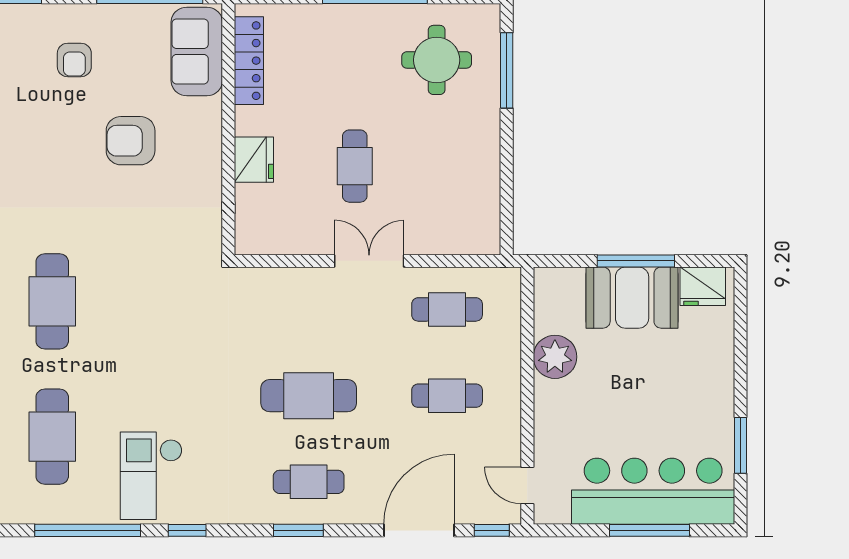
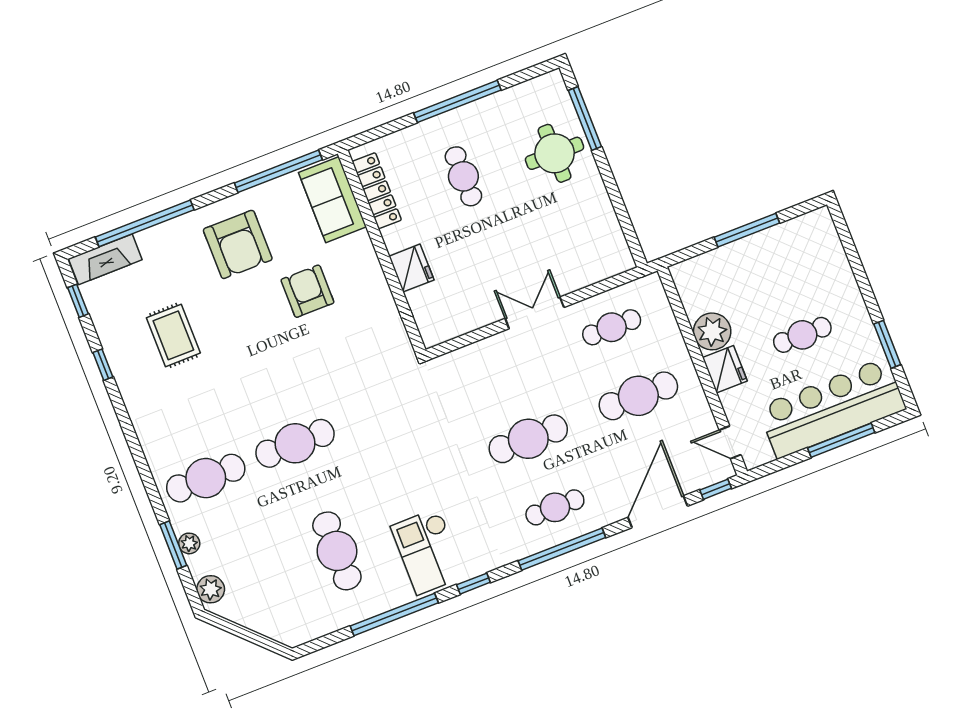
armchair: (74, 60) -> (238, 244), width x1.88, depth x1.88
round table: (437, 60) -> (555, 153), moved
armchair: (131, 141) -> (307, 291), turned 90
cafe table: (355, 166) -> (463, 176), moved
fridge: (703, 286) -> (725, 369), moved, turned -90
booth: (632, 298) -> (755, 260), removed
cafe table: (52, 301) -> (295, 443), turned 90
cafe table: (447, 396) -> (638, 396), width x1.37, depth x1.35
cafe table: (652, 399) -> (802, 335), added
window: (298, 530) -> (562, 549), width x2.11

